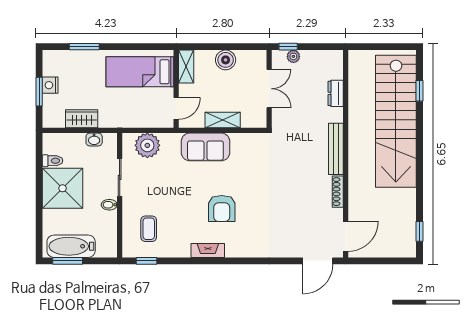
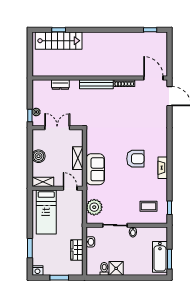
nightstand: (50, 85) -> (37, 270), moved
stairs: (396, 121) -> (59, 41), width x0.54, depth x0.66
shower: (63, 188) -> (116, 268), width x0.54, depth x0.54

